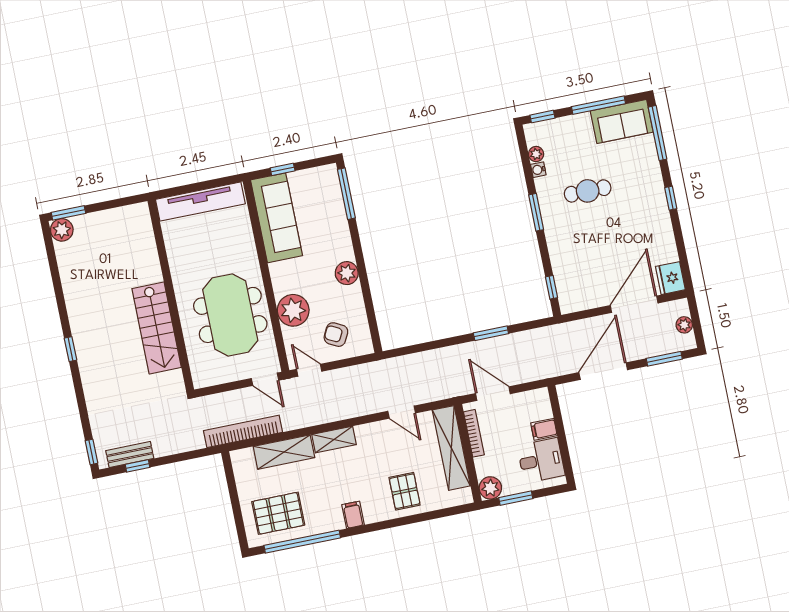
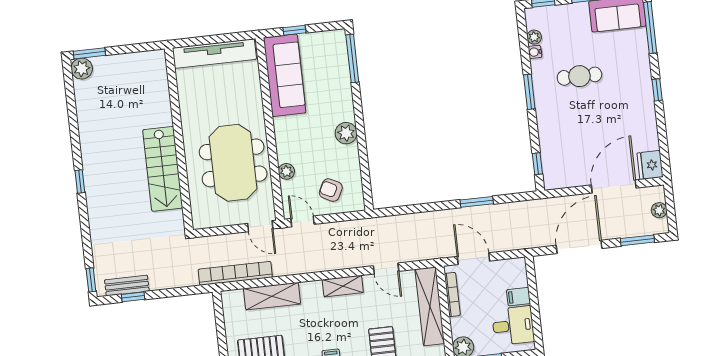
plant: (293, 310) -> (286, 171), width x0.53, depth x0.53
shelving: (334, 440) -> (343, 286), moved

